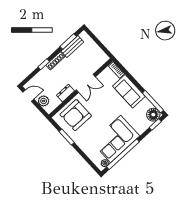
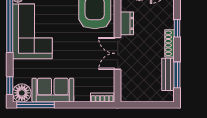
sofa: (129, 91) -> (53, 90), moved

